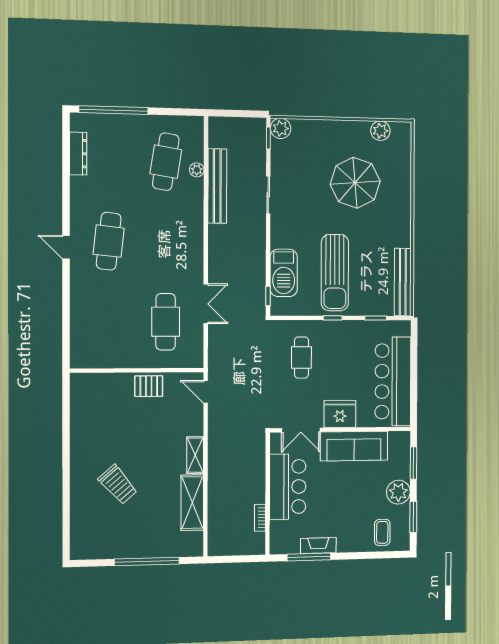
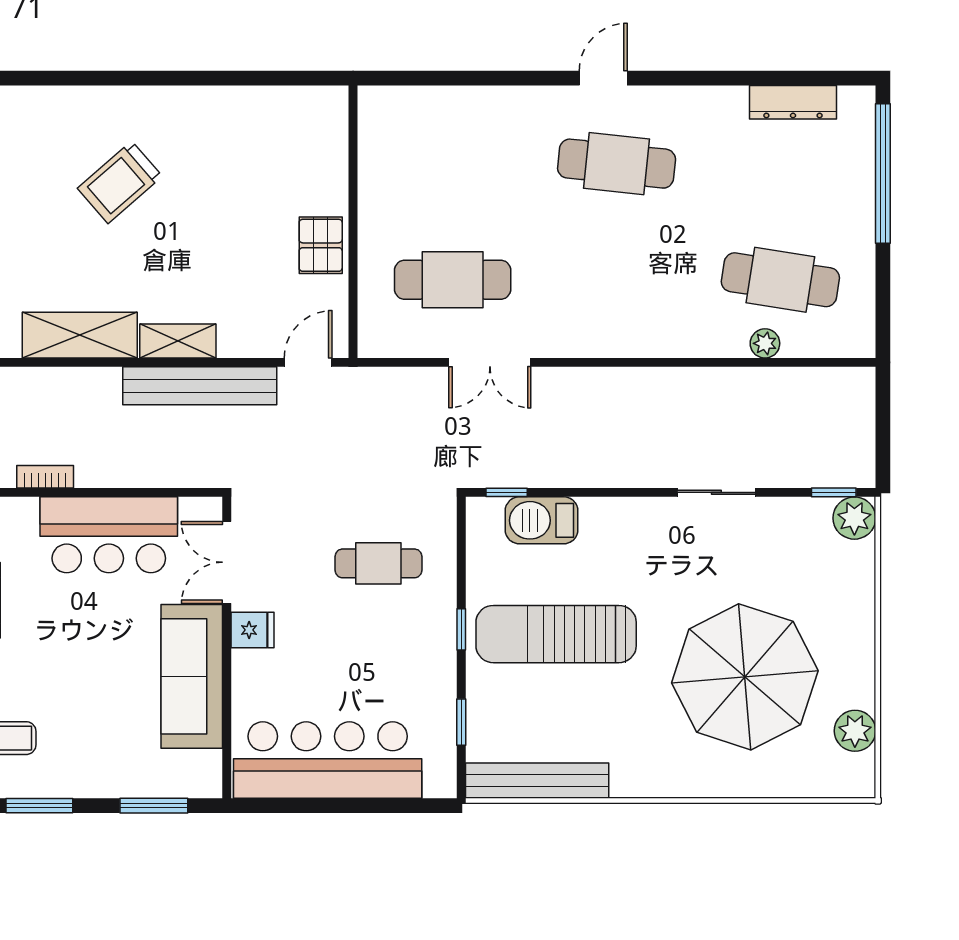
parasol: (355, 183) -> (745, 677), width x1.36, depth x1.36
bench: (217, 186) -> (200, 386), moved
barbecue: (284, 273) -> (542, 520), width x0.73, depth x0.83
fridge: (340, 414) -> (252, 630), width x0.53, depth x0.75
plant: (398, 492) -> (93, 773), removed

